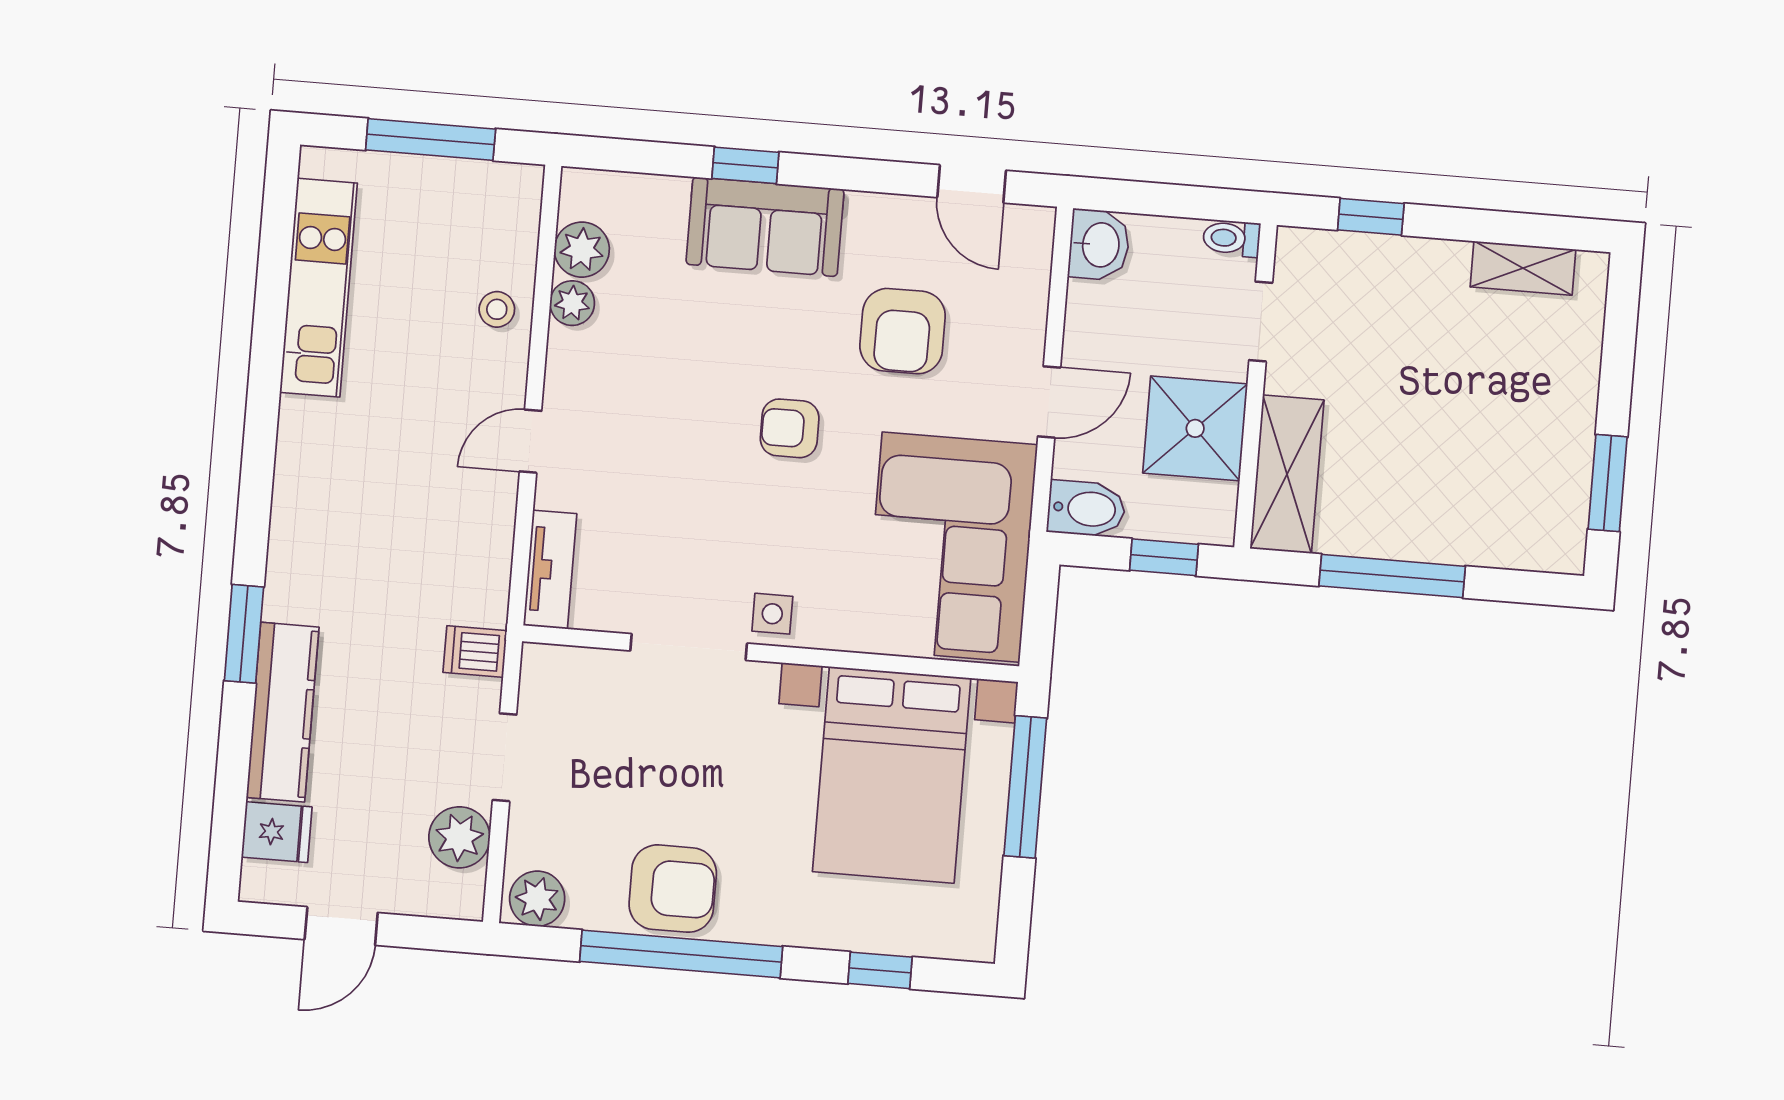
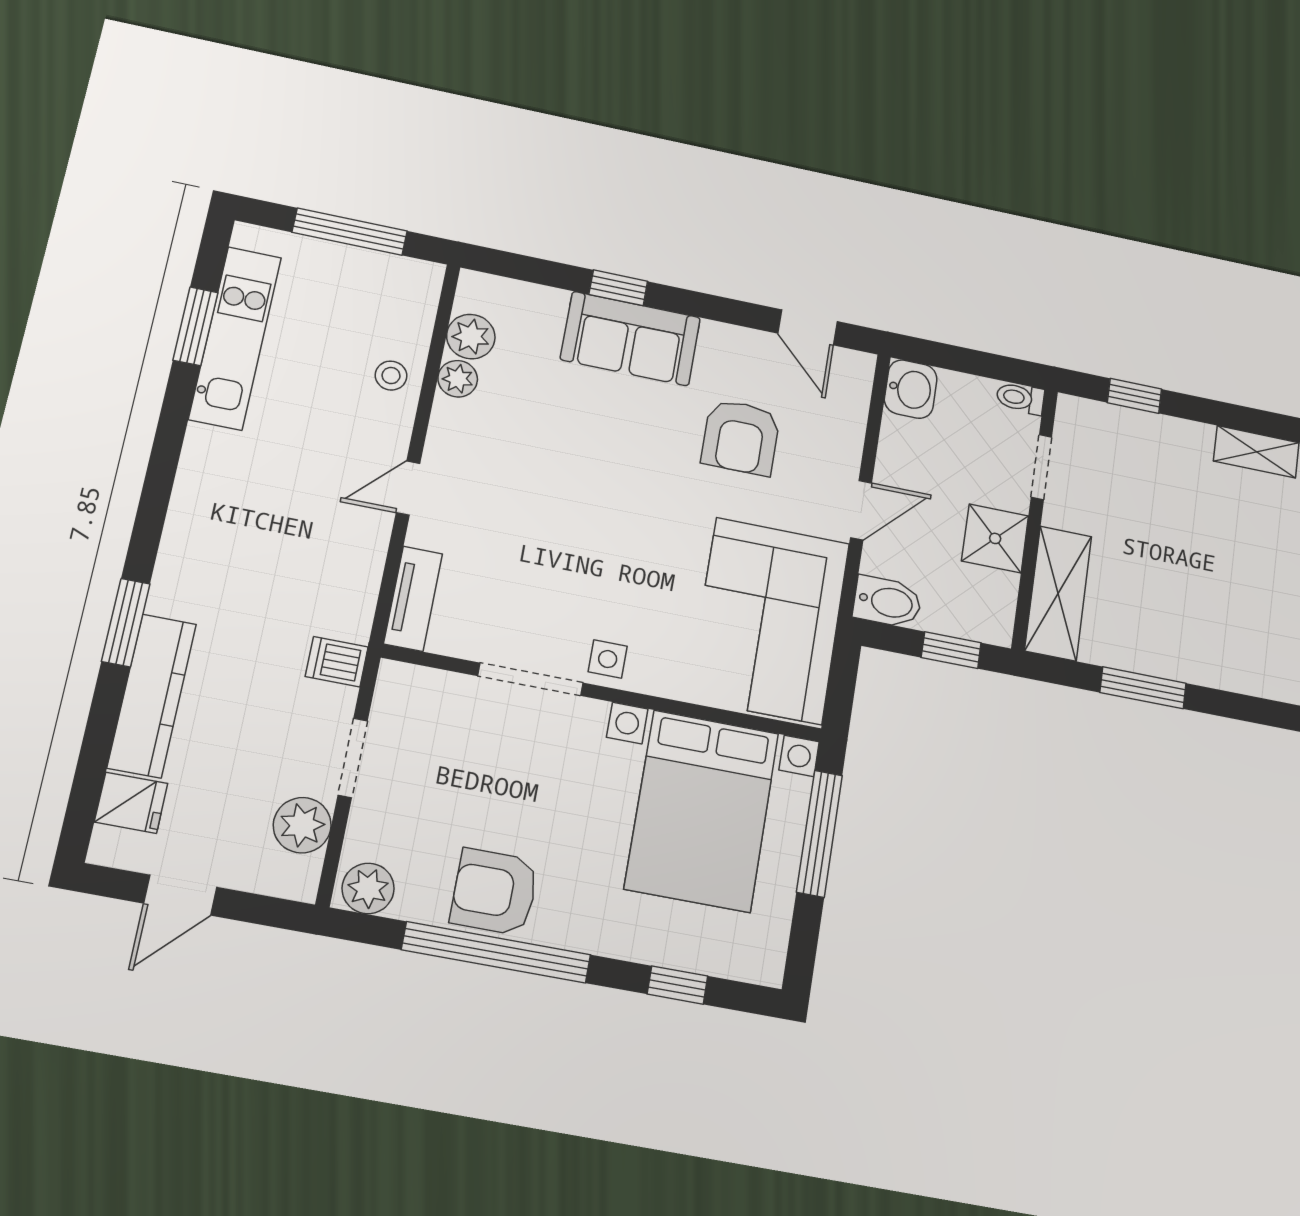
window: (273, 280) -> (195, 326), added
armchair: (790, 428) -> (637, 505), removed
shower: (1195, 428) -> (995, 538), width x0.73, depth x0.73
window: (1392, 576) -> (1143, 688), width x0.69
armchair: (673, 889) -> (494, 892), turned 180

